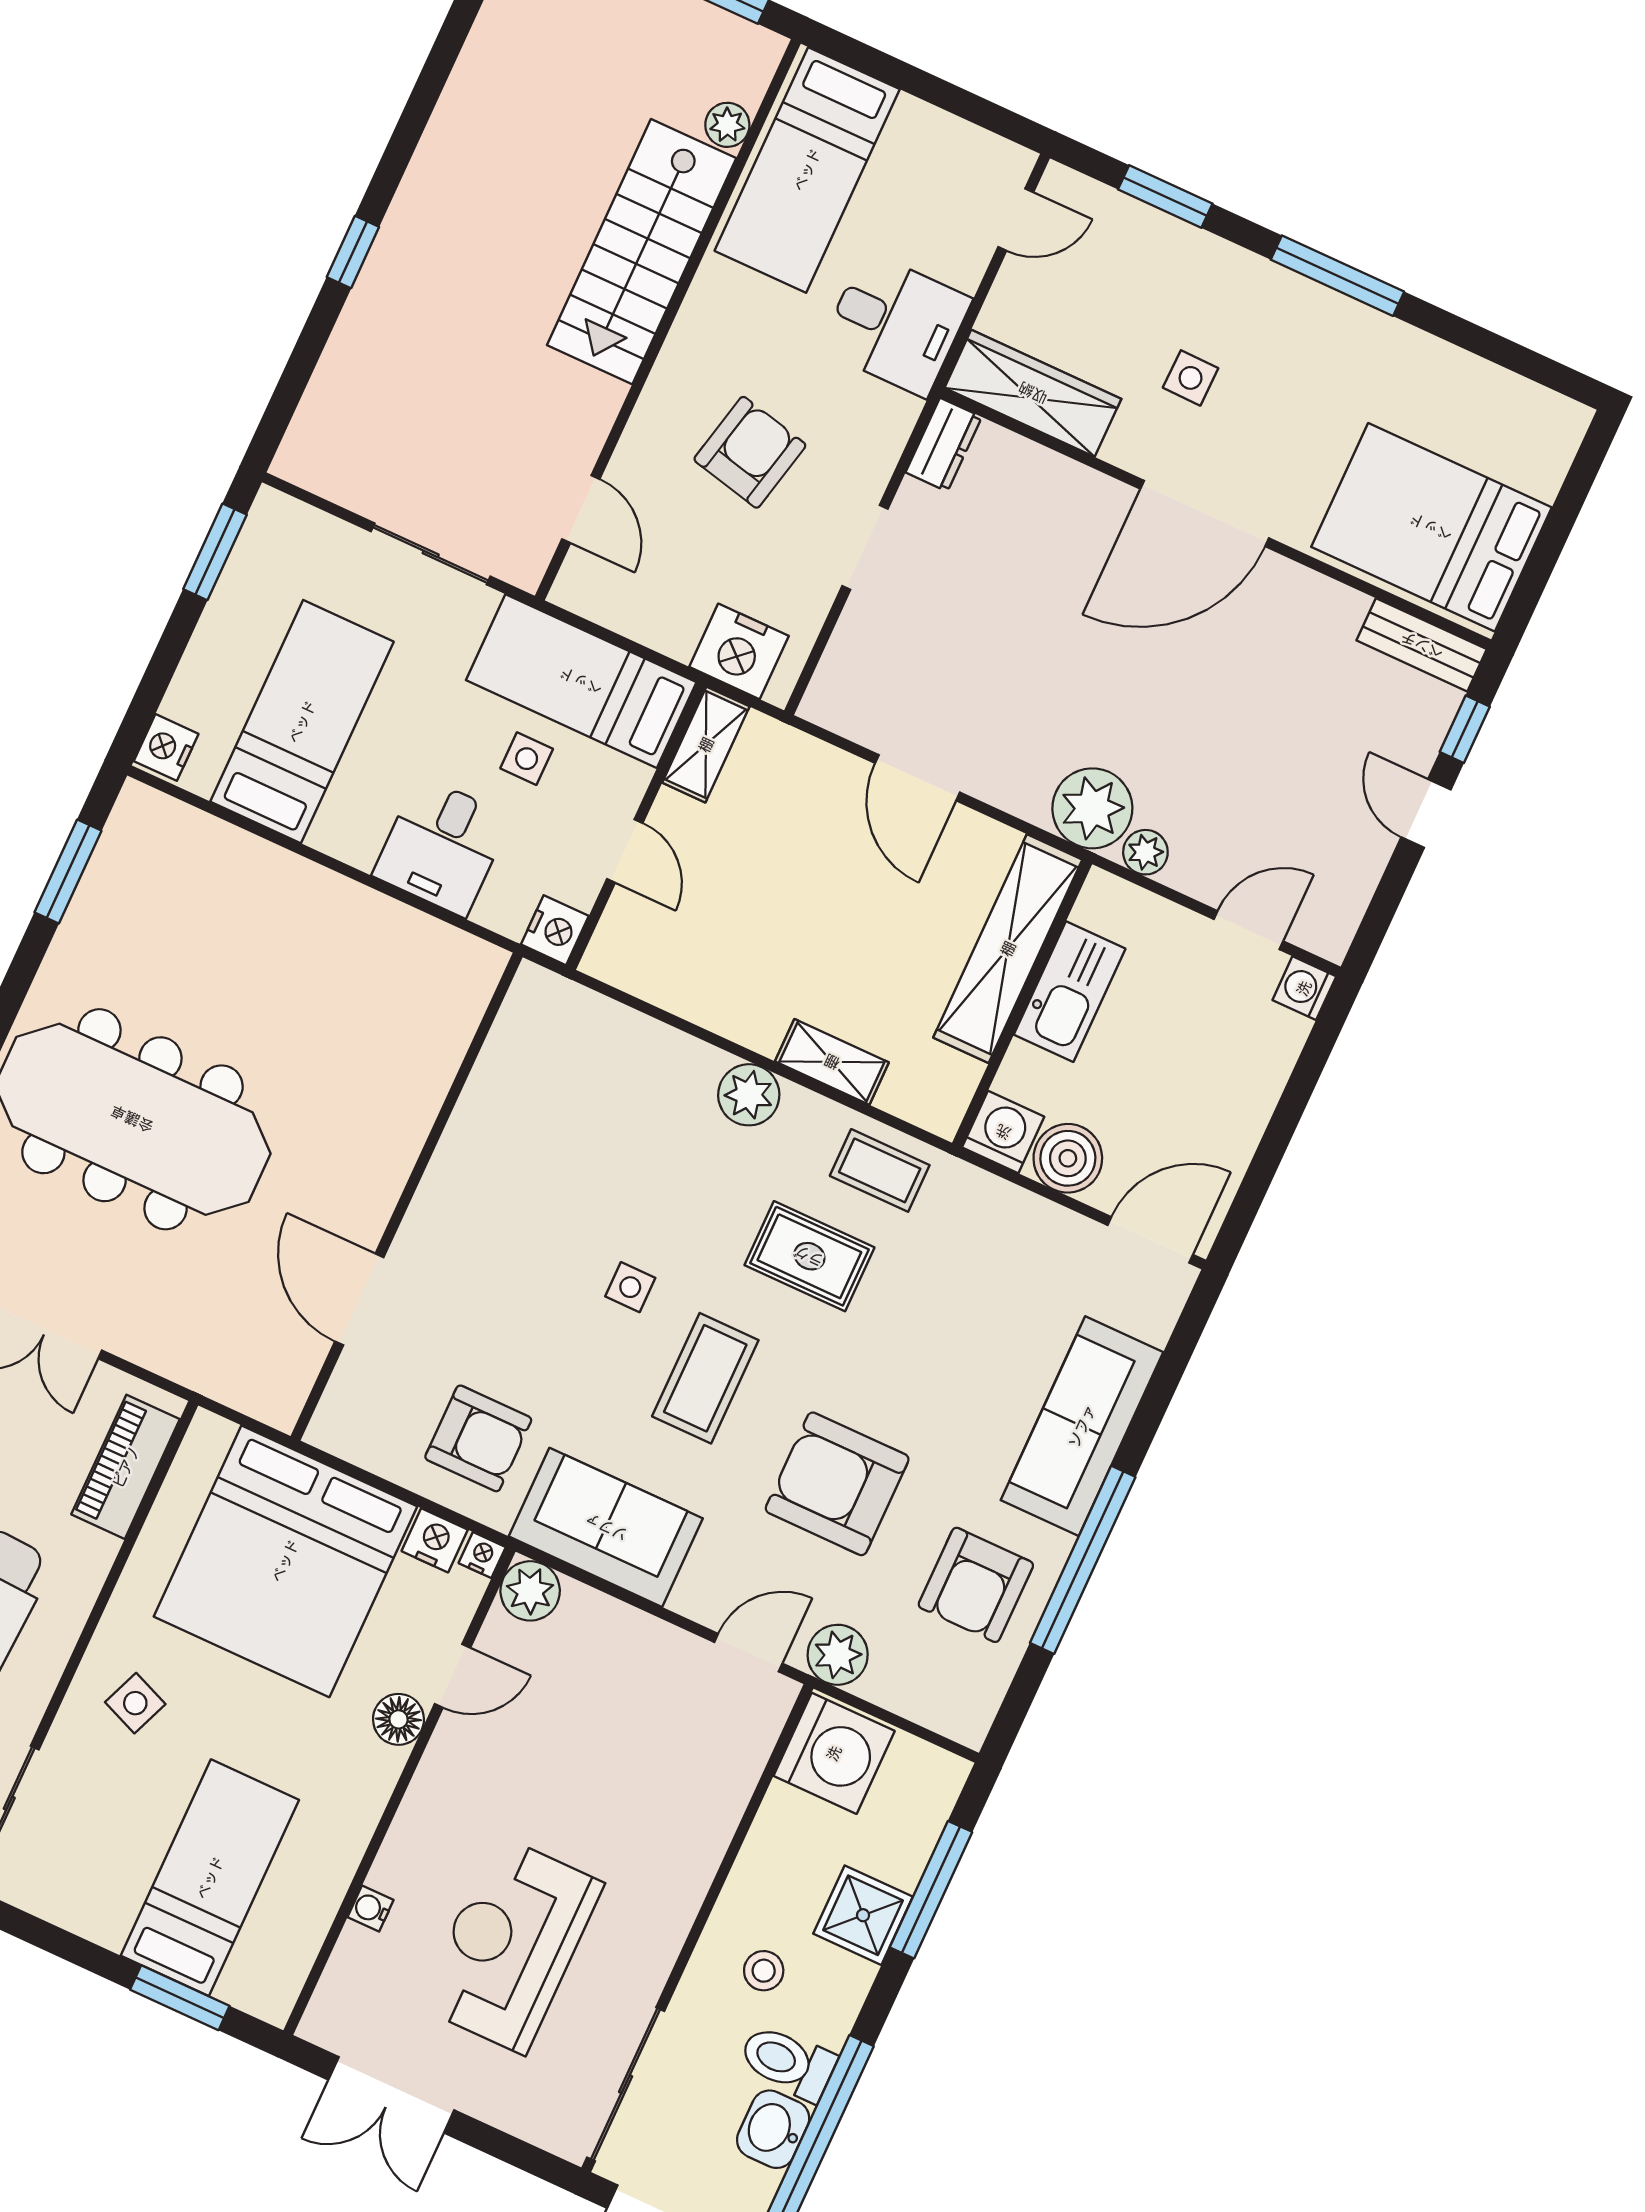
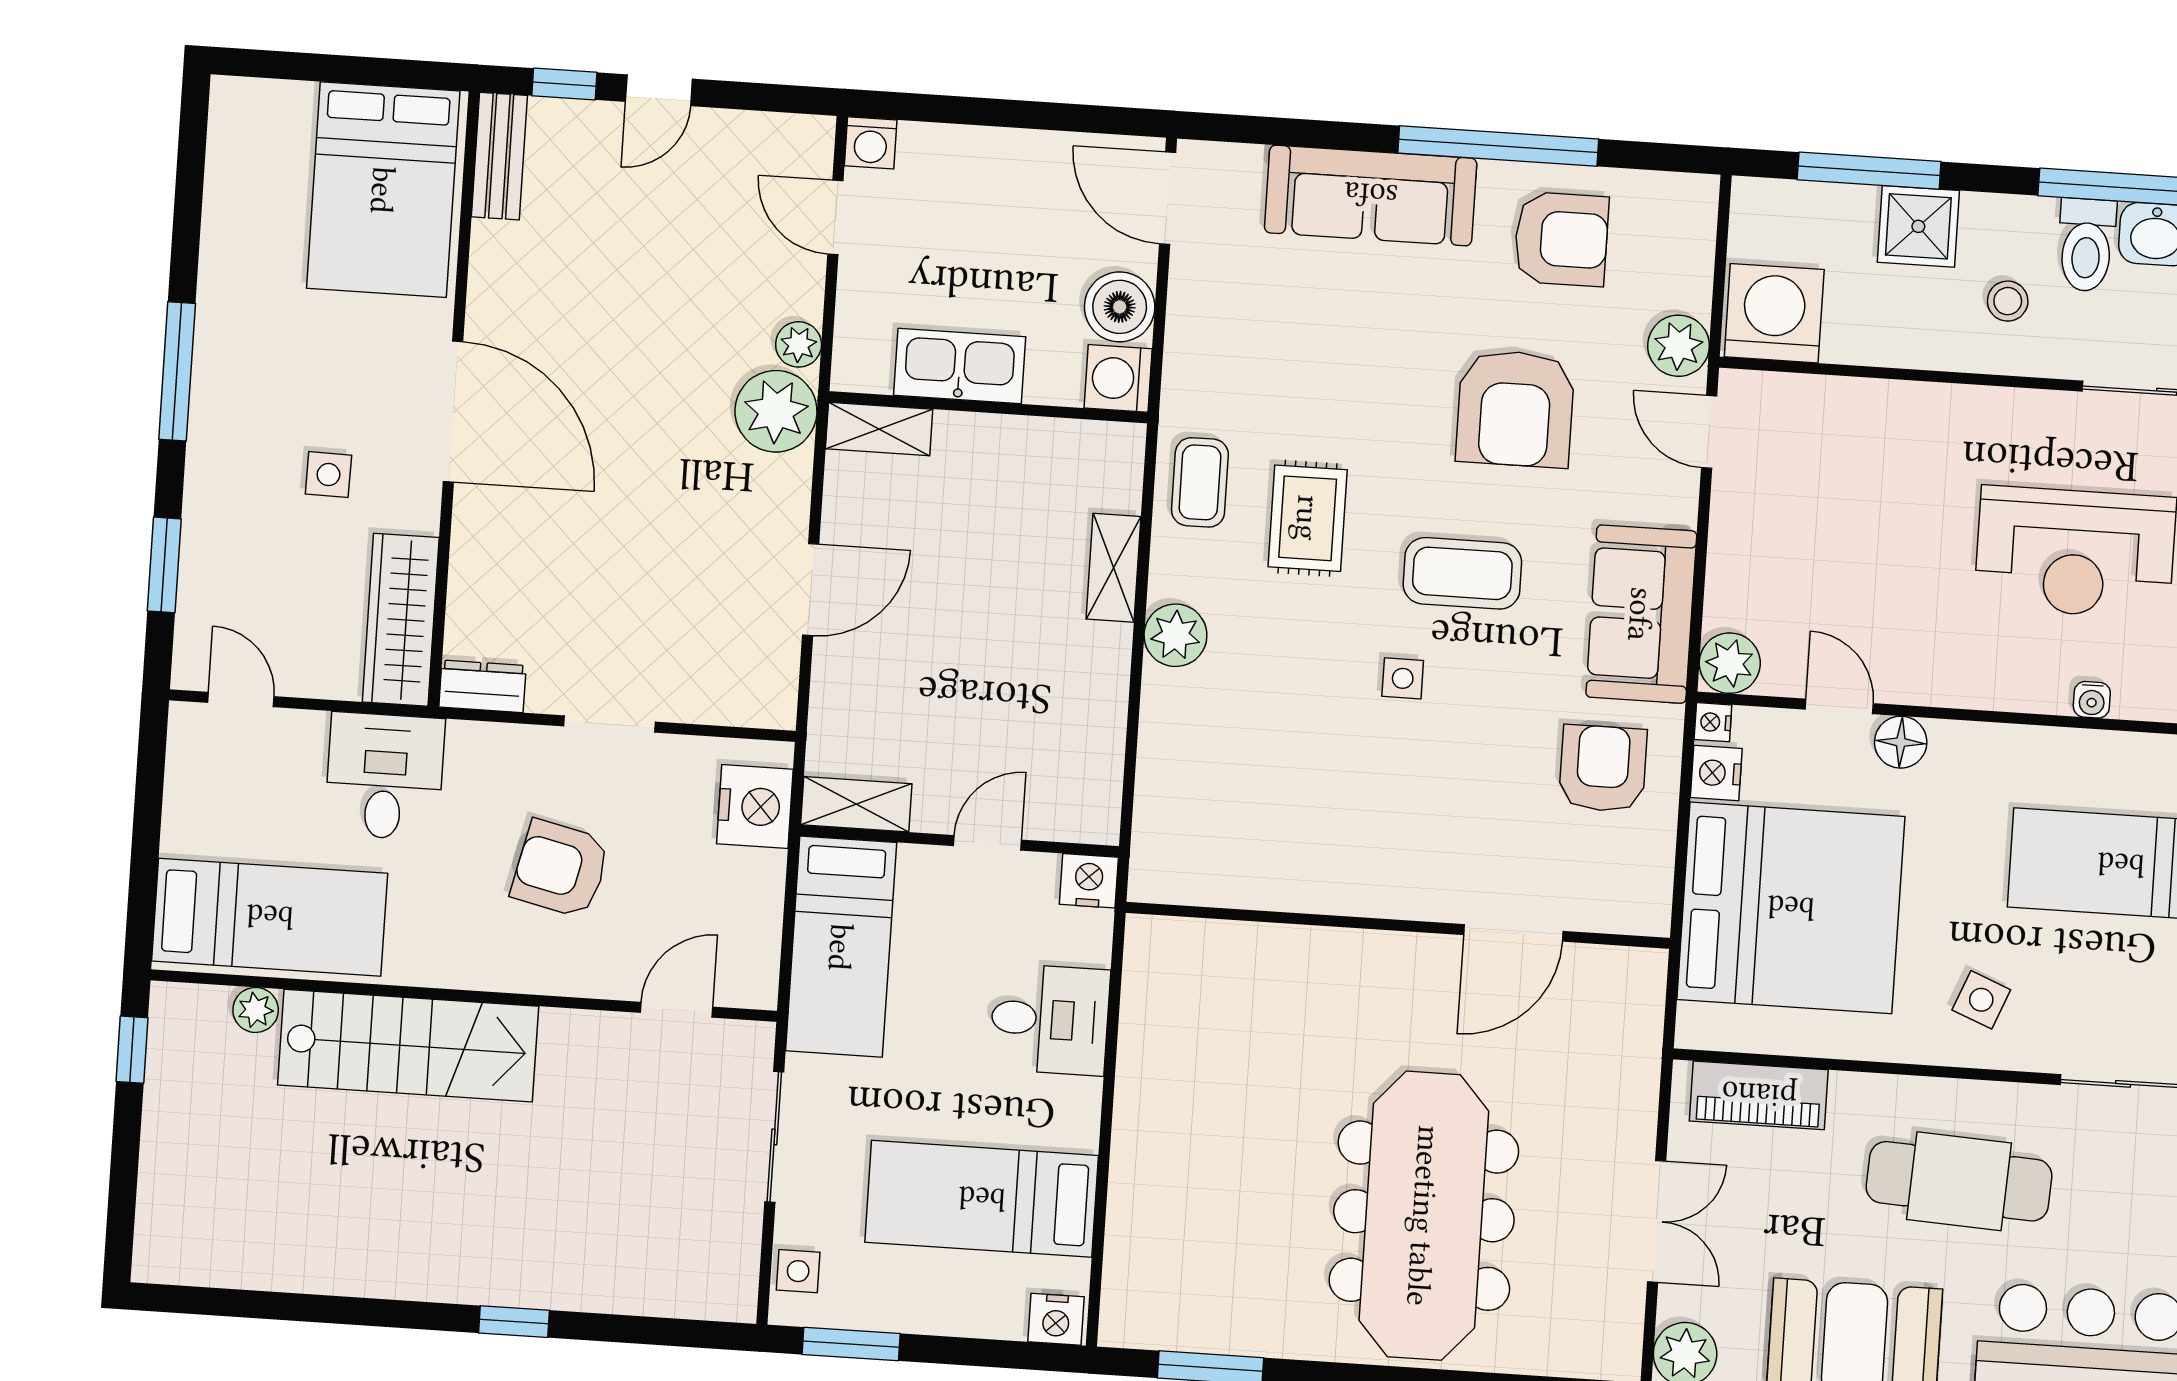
side table: (527, 759) -> (798, 1271), moved
shelving: (1008, 949) -> (879, 429), width x0.45, depth x0.75

